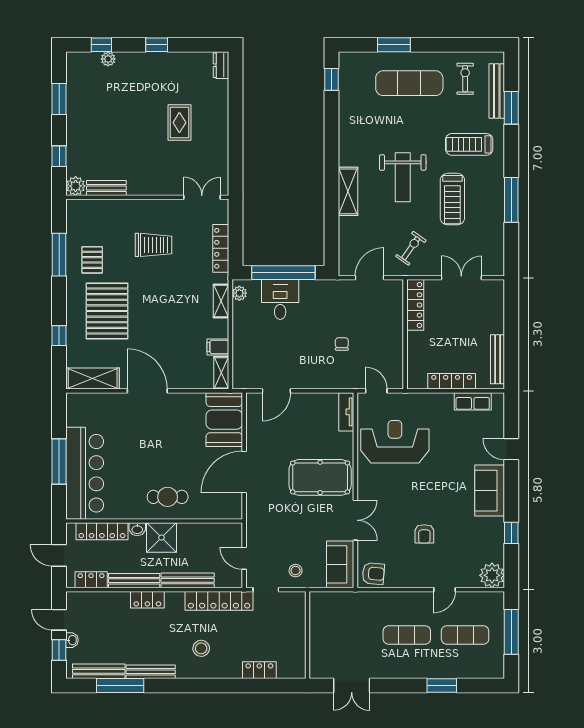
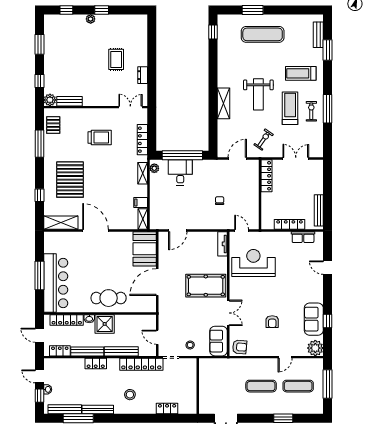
plant: (108, 59) -> (91, 19), moved
dresser: (221, 65) -> (143, 75), moved
exercise bike: (465, 79) -> (311, 111), moved
bench: (497, 91) -> (318, 35), width x0.73
treadmill: (452, 199) -> (290, 108), turned 180
pallet: (92, 260) -> (53, 125), moved
sofa: (490, 491) -> (314, 319), moved
cafe table: (168, 497) -> (109, 298), width x1.37, depth x1.35

